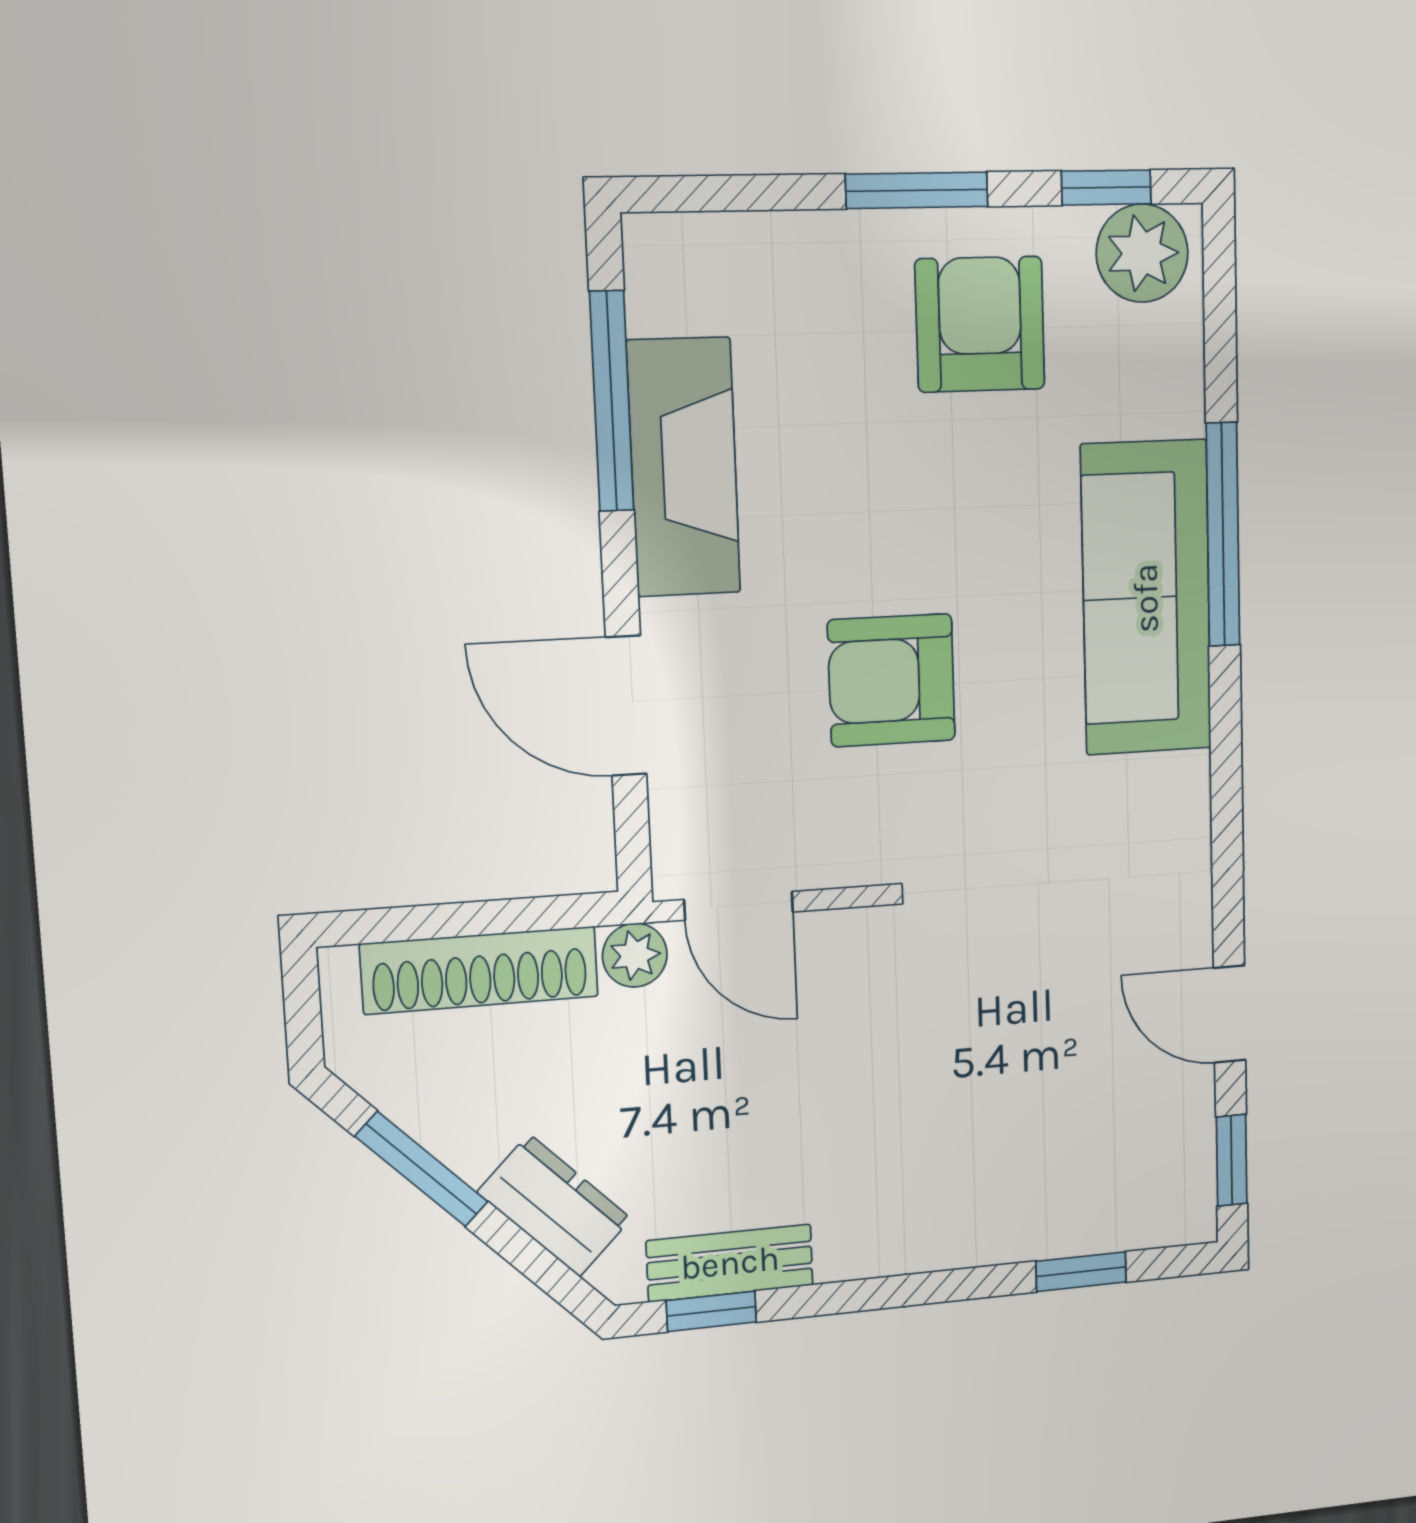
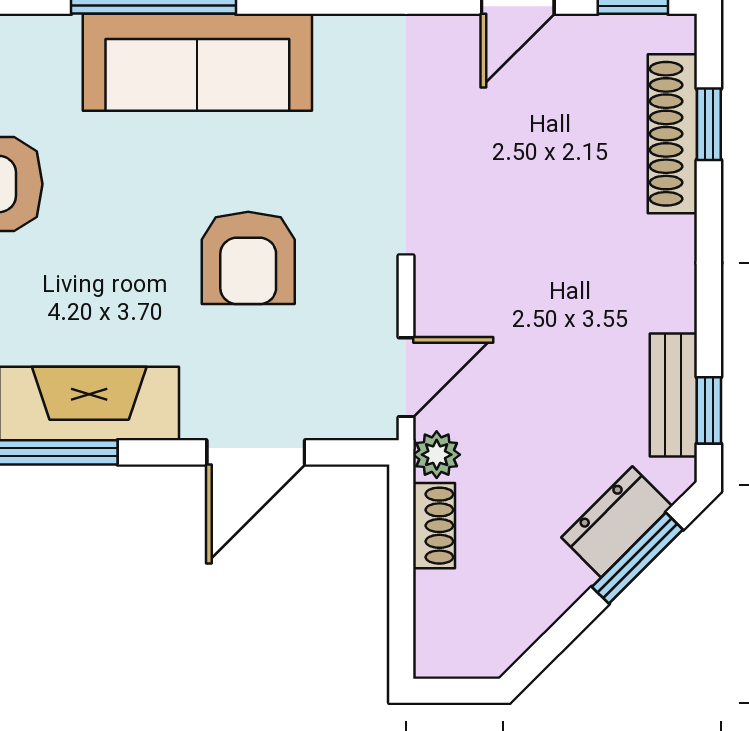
shoe rack: (480, 970) -> (434, 526), width x0.51, depth x0.81
window: (422, 1169) -> (637, 558), moved
shoe rack: (1068, 1227) -> (672, 134), added

